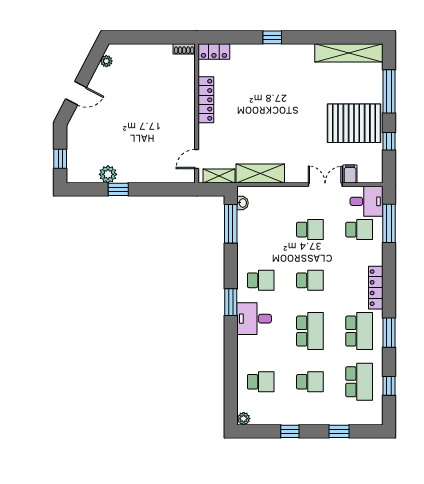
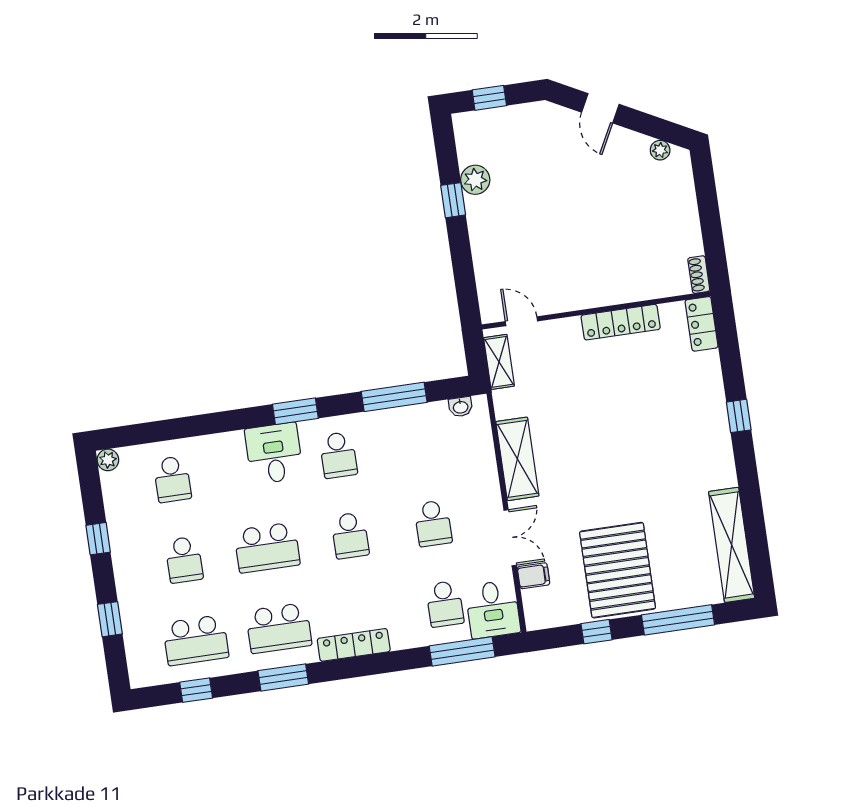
shelving: (260, 173) -> (517, 459), moved
window: (231, 224) -> (394, 397), moved

